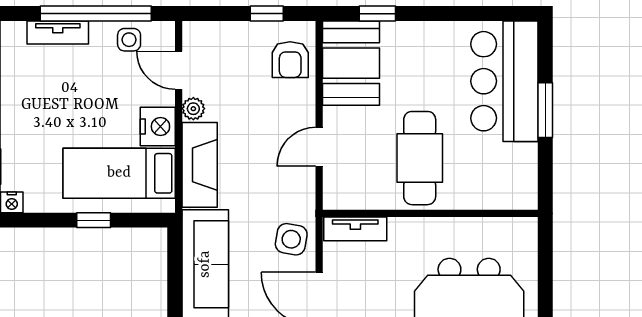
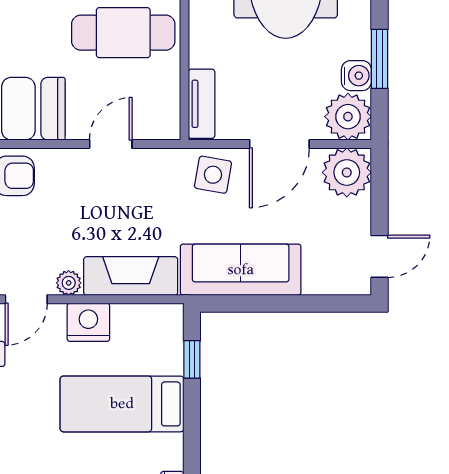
door: (319, 147) -> (111, 144), swing flipped
bed: (119, 173) -> (122, 404), moved, turned 90
window: (94, 220) -> (192, 359), moved

